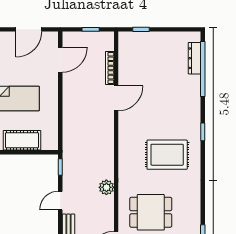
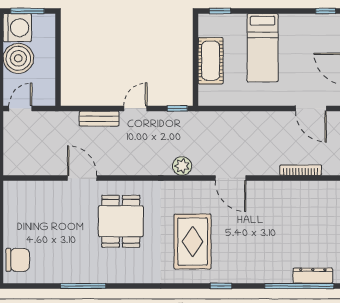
door: (116, 98) -> (231, 178), moved
plant: (106, 187) -> (182, 166), moved
door: (60, 201) -> (135, 108), hinge flipped

